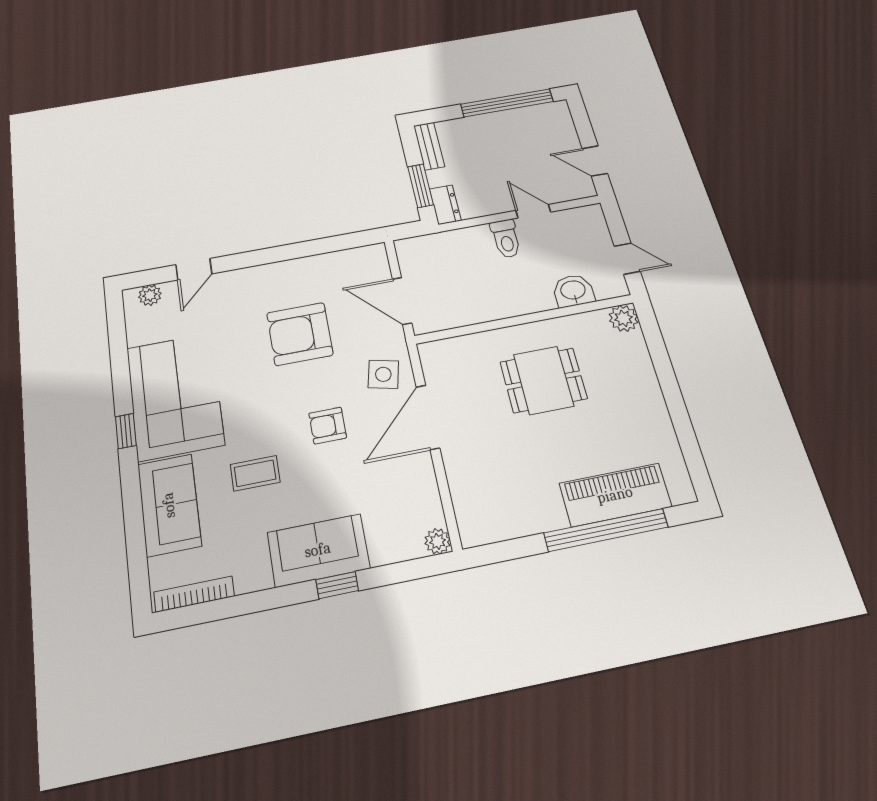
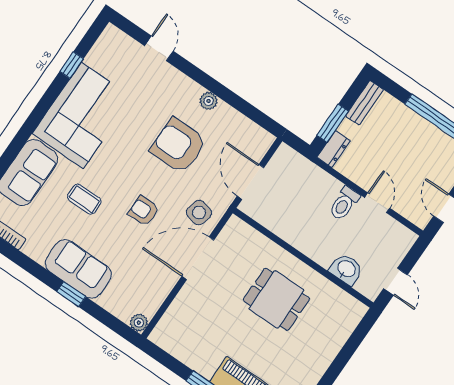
door: (194, 269) -> (159, 48), swing flipped
plant: (150, 295) -> (209, 101), moved
plant: (624, 318) -> (355, 311), removed
window: (126, 431) -> (72, 65), moved

